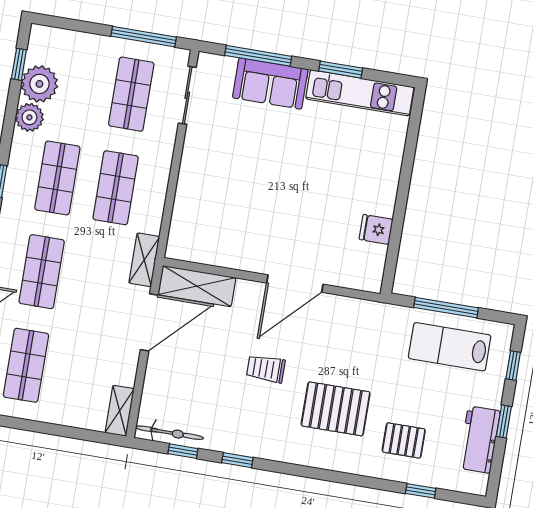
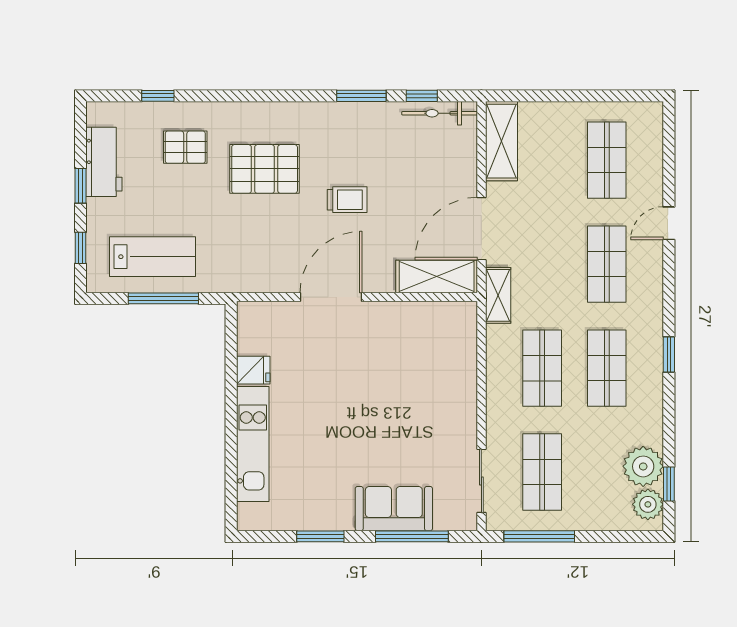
kitchen unit: (360, 93) -> (253, 444), moved, turned 90
plant: (29, 117) -> (648, 504), moved
shelving: (120, 411) -> (501, 141), width x1.50, depth x1.33
window: (237, 460) -> (361, 96), width x1.50

